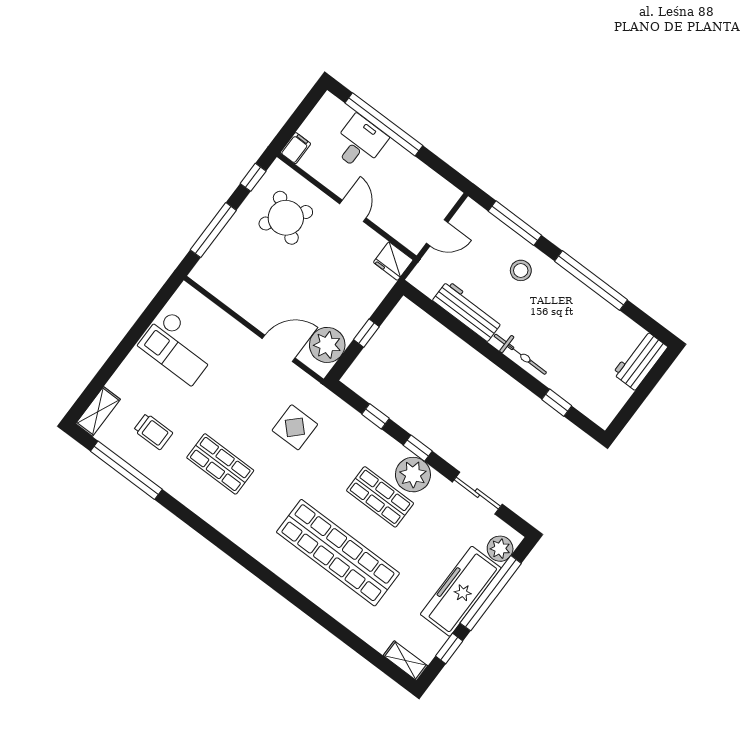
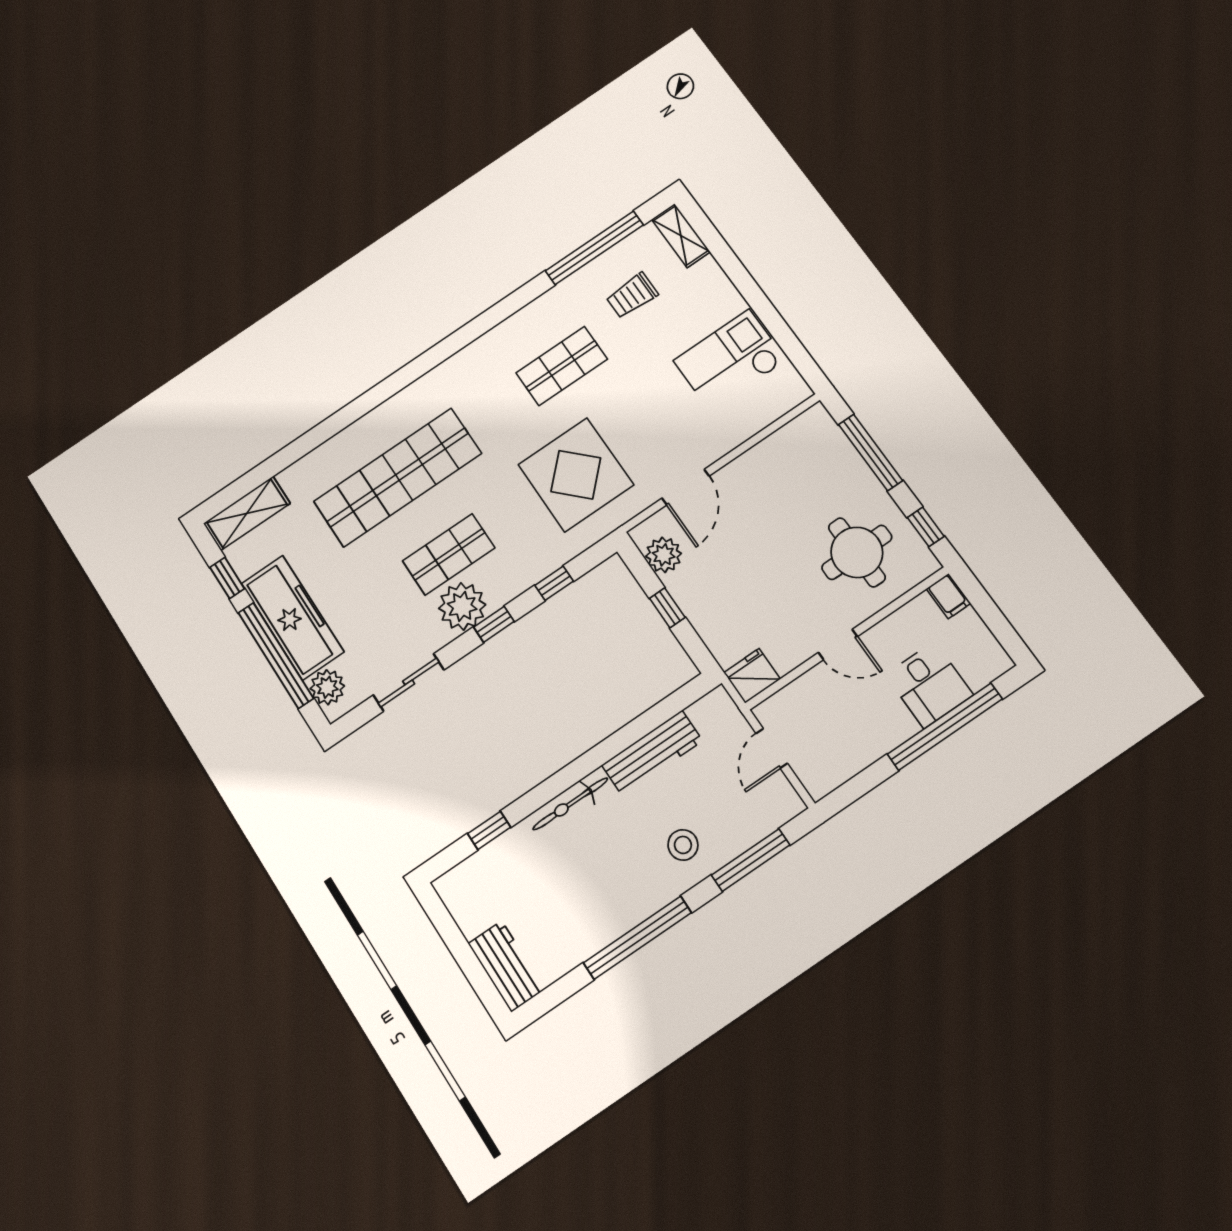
round table: (286, 218) -> (857, 552), turned -37
plant: (327, 345) -> (664, 555), width x0.73, depth x0.73
display table: (295, 427) -> (576, 475), width x1.86, depth x1.86
shelving: (405, 661) -> (247, 513), width x1.50, depth x1.33

